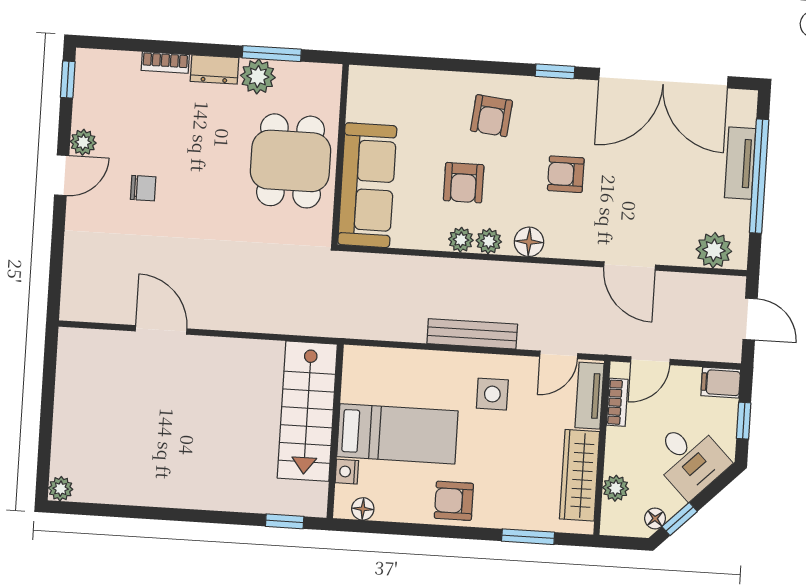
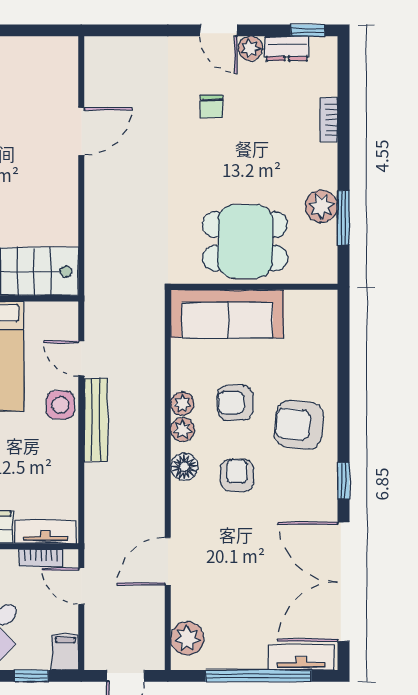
dresser: (215, 70) -> (287, 49), moved, turned -90
armchair: (491, 116) -> (299, 425), width x1.38, depth x1.38
tv unit: (740, 163) -> (301, 657), moved
armchair: (566, 174) -> (237, 475), moved
door: (559, 355) -> (81, 358), moved
side table: (492, 394) -> (60, 405), moved

